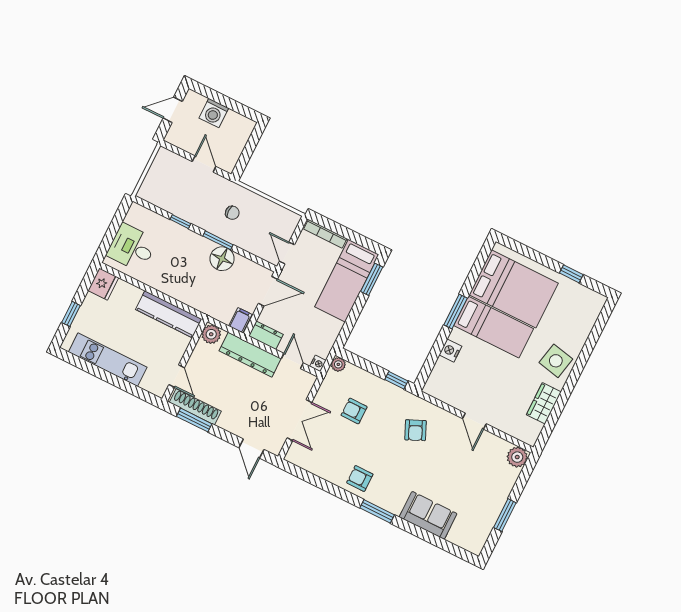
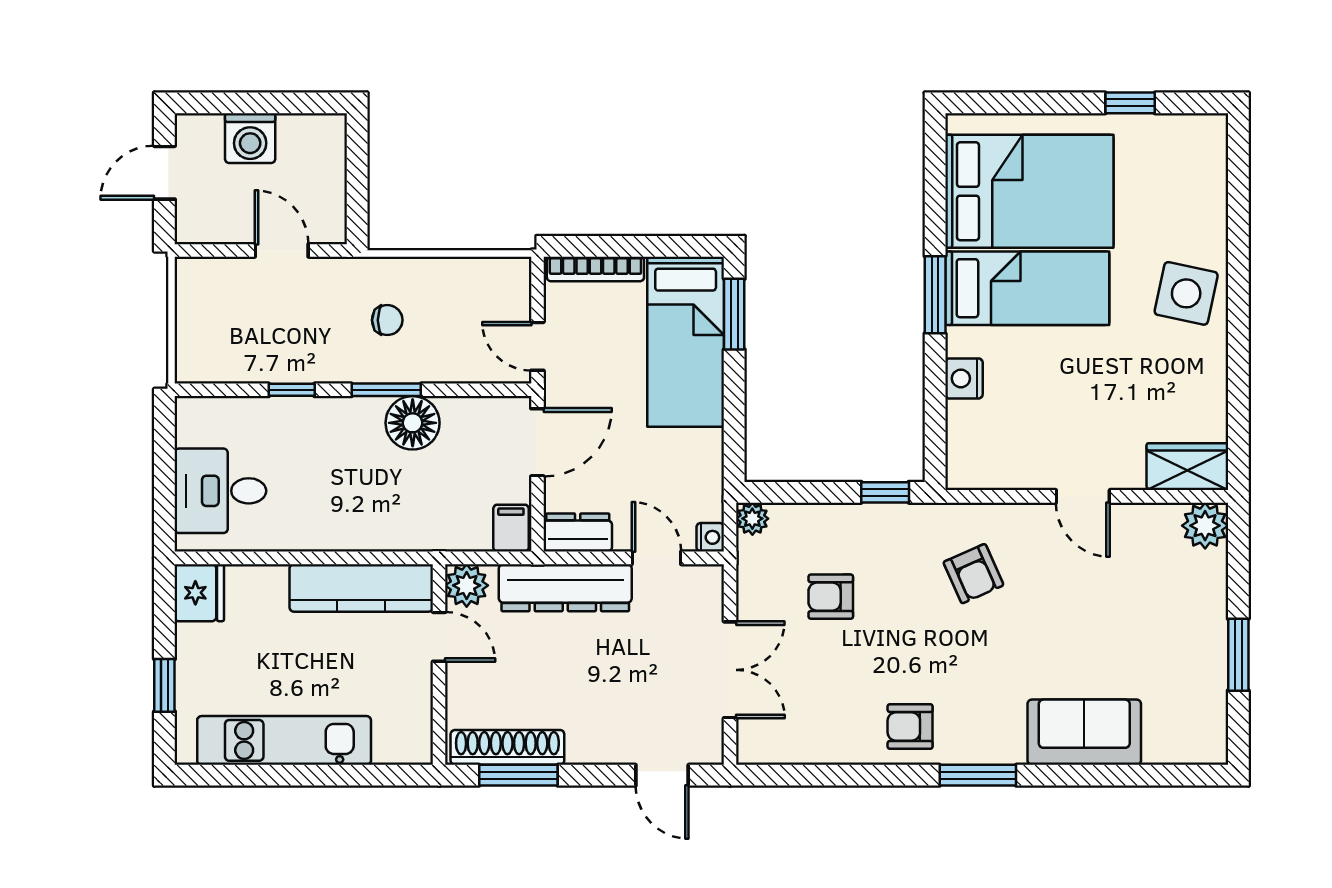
door: (177, 376) -> (439, 637), moved
wardrobe: (544, 403) -> (1187, 467), moved, turned 90

